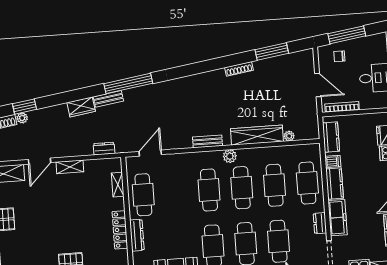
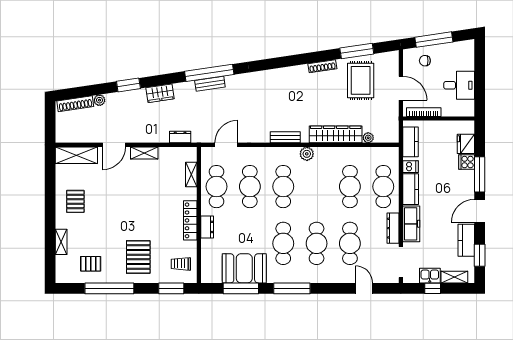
rug: (278, 80) -> (361, 80), added
bench: (108, 99) -> (210, 84), moved
window: (24, 107) -> (128, 85), moved
cafe table: (242, 188) -> (250, 187), moved
dresser: (320, 223) -> (393, 228), width x1.44
dresser: (137, 235) -> (207, 227), width x0.70

